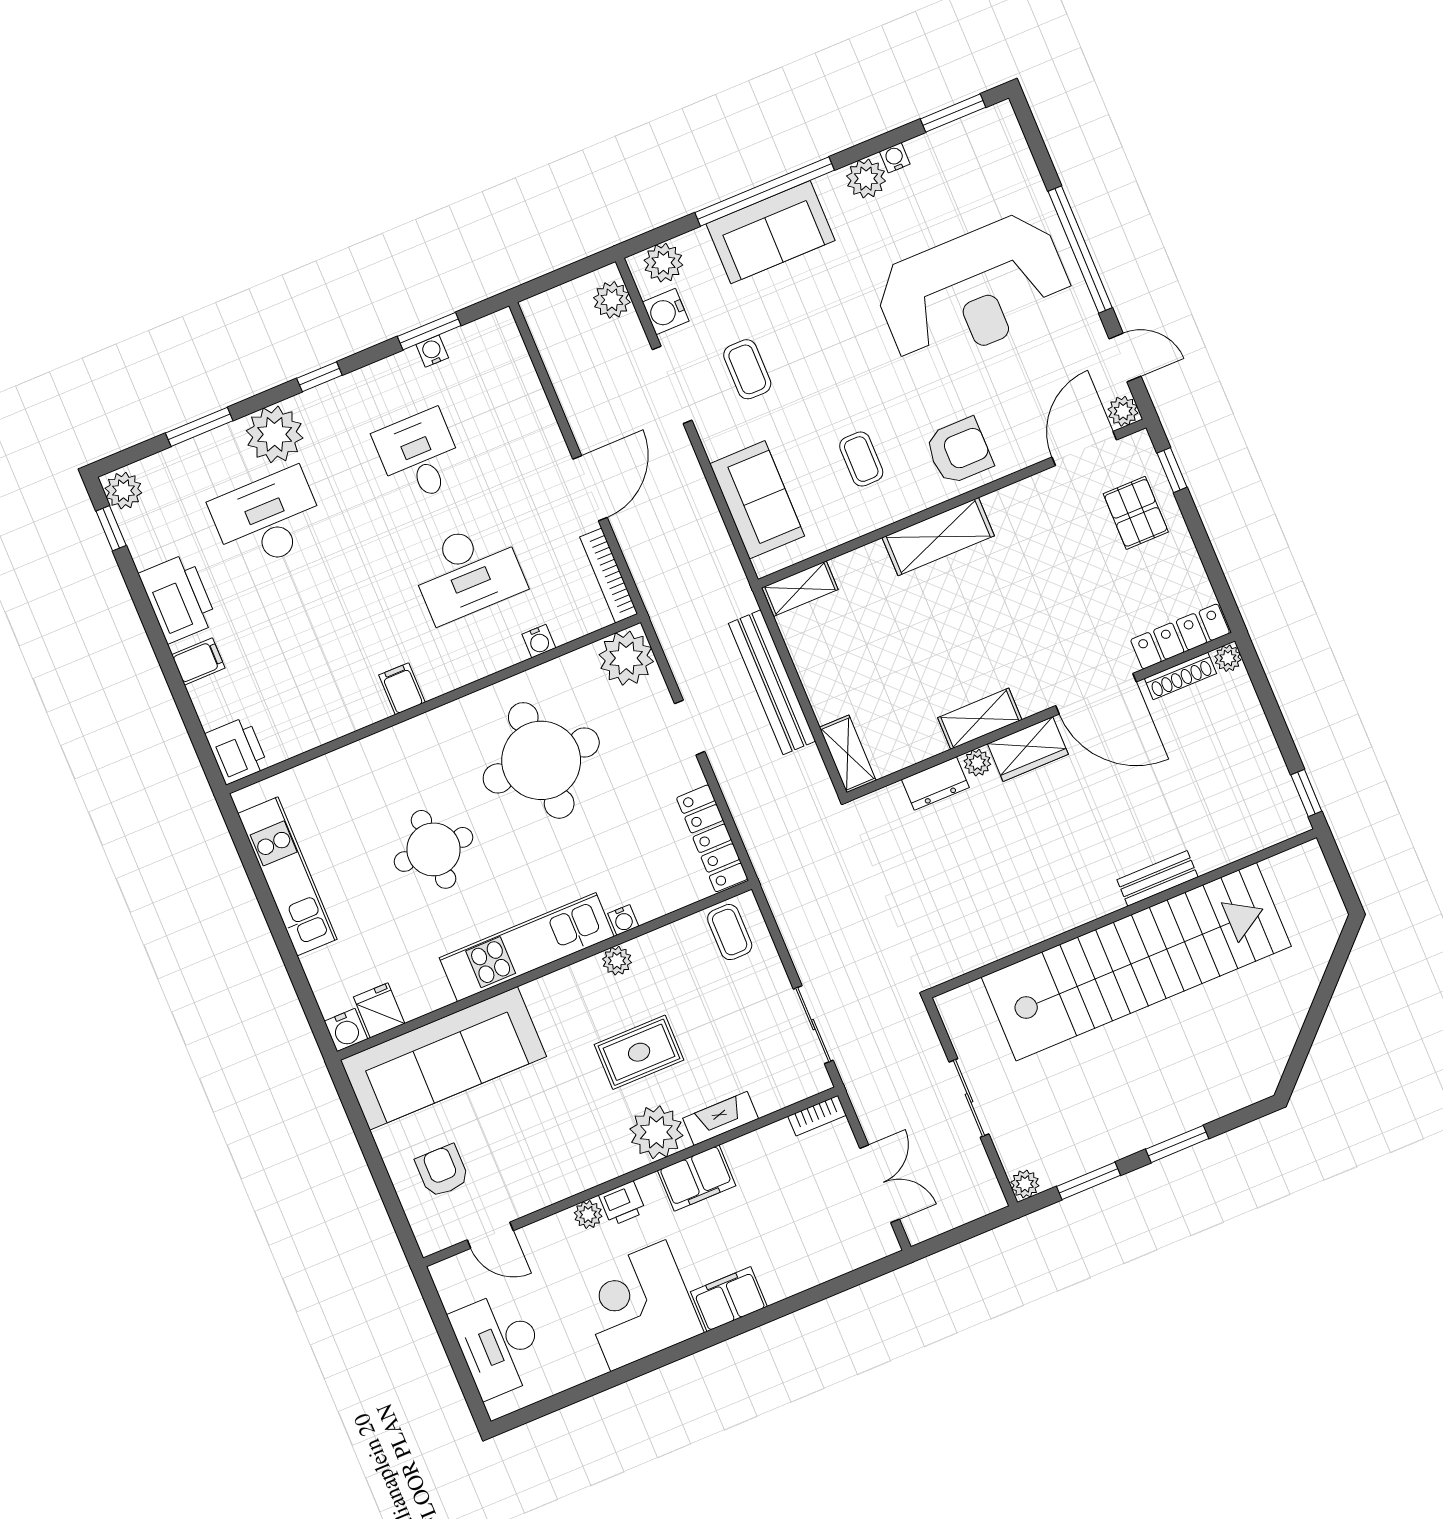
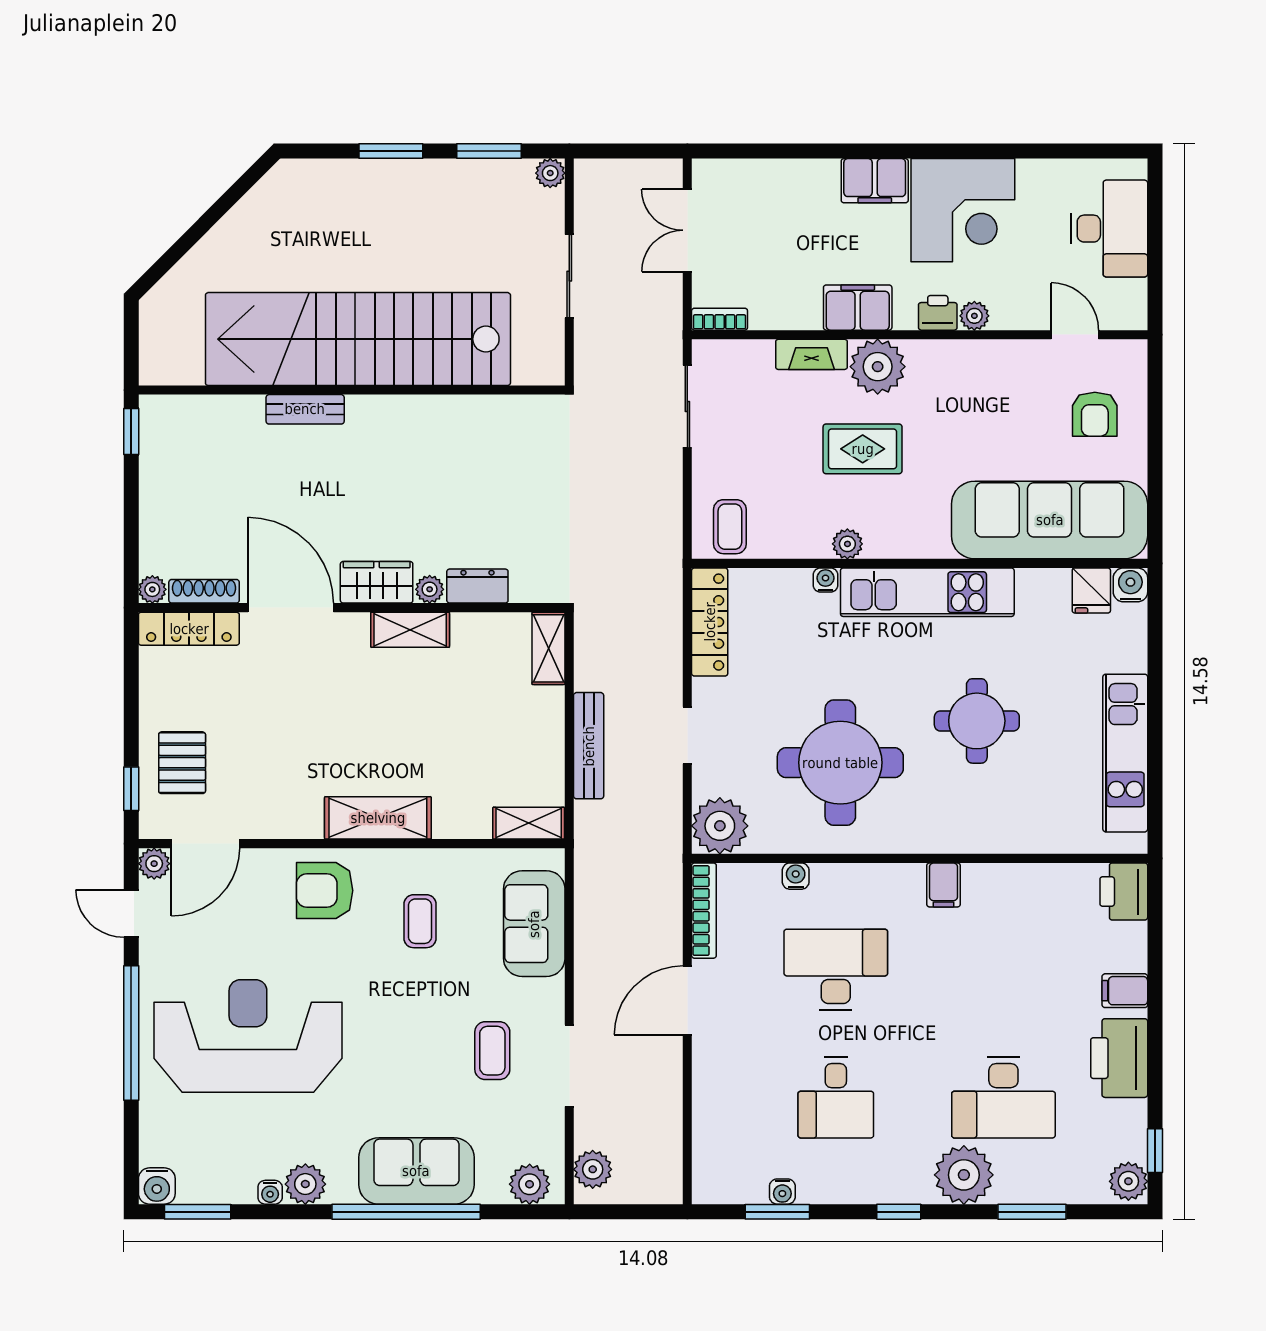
water cooler: (666, 312) -> (157, 1186), moved, turned 90
bench: (772, 682) -> (589, 746), width x0.73, depth x0.82

